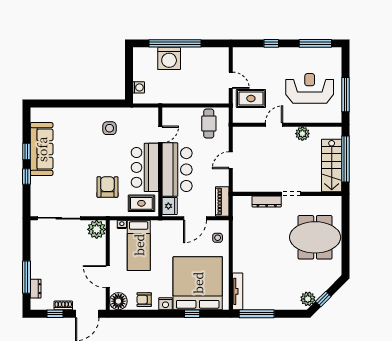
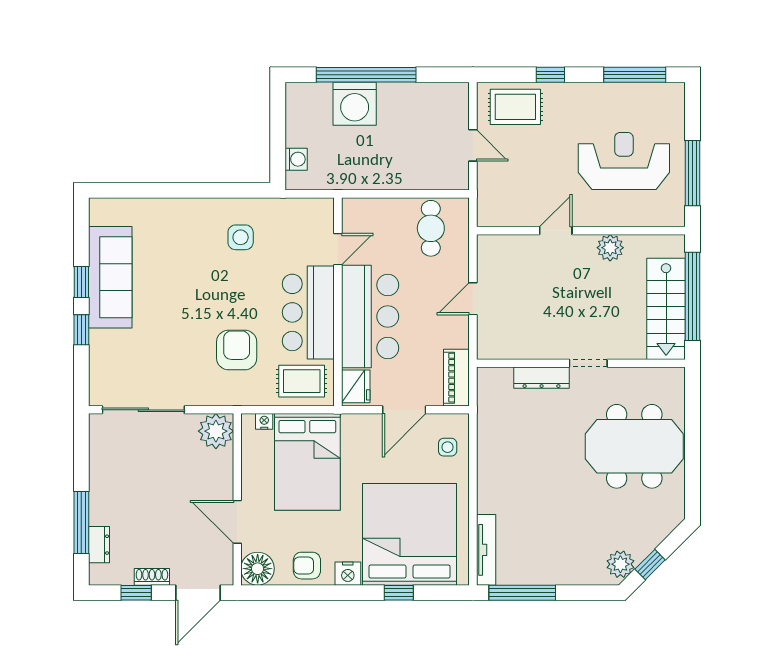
rug: (251, 98) -> (515, 107), moved
bed: (139, 245) -> (307, 462), width x1.50

